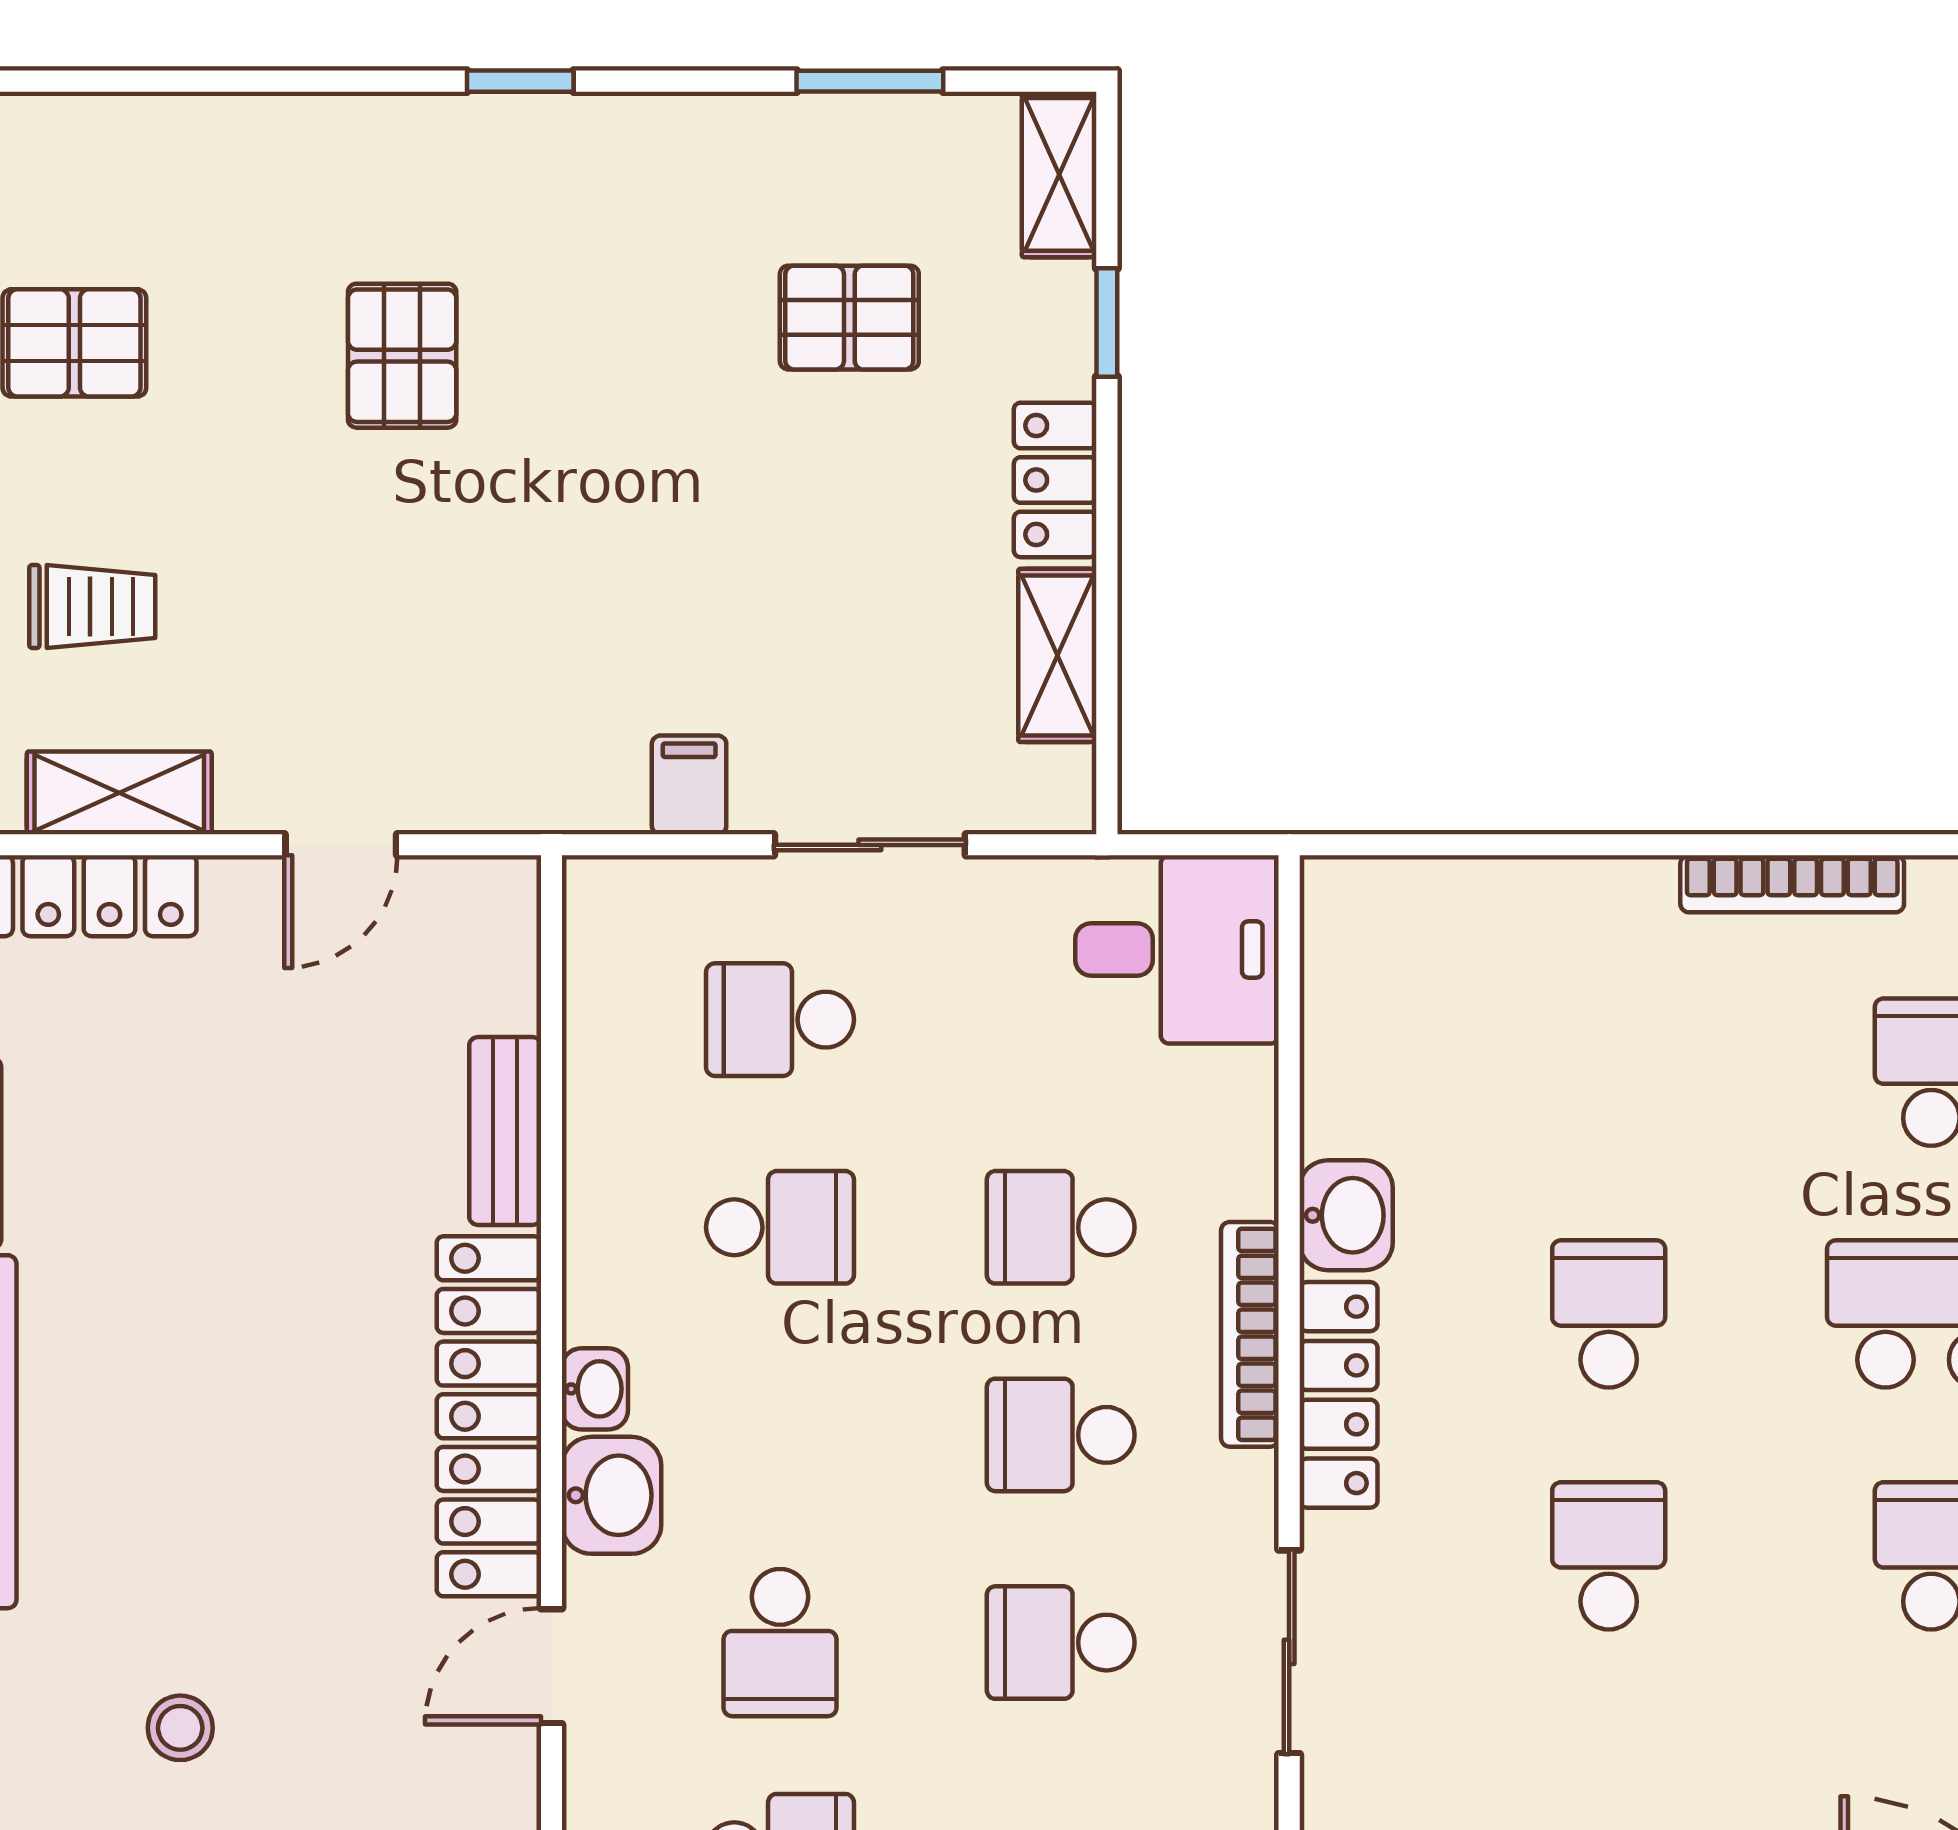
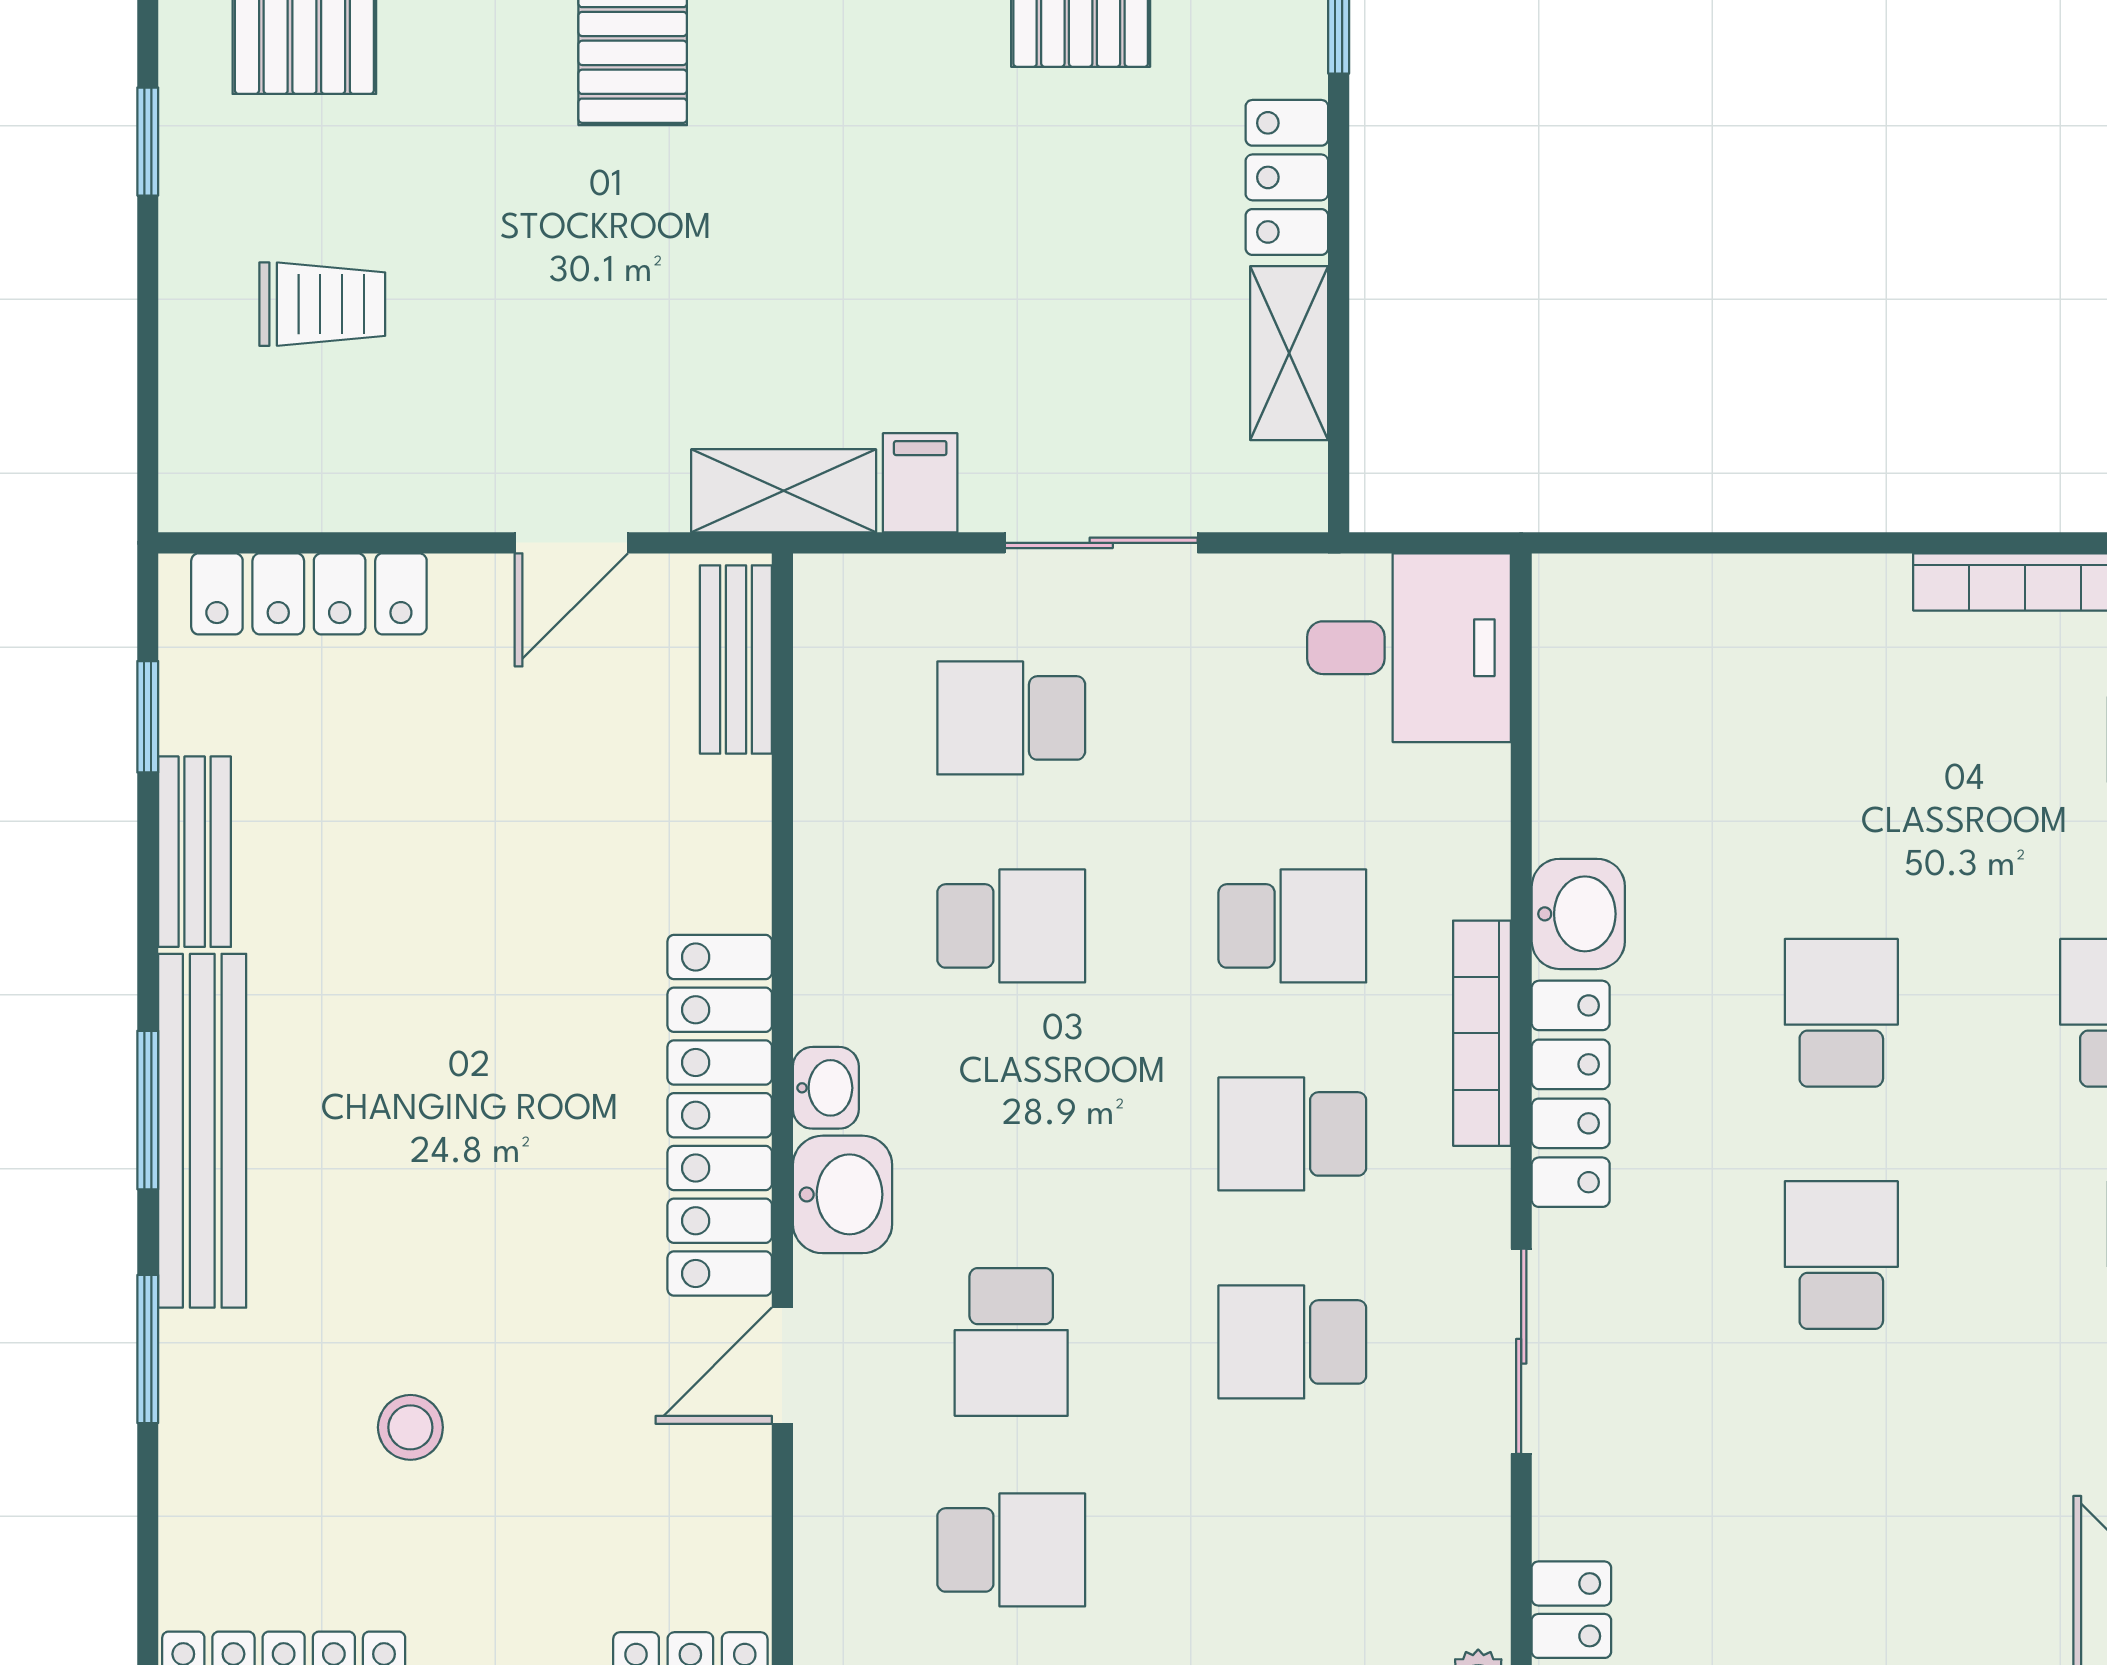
shelving: (119, 793) -> (784, 491), moved
bench: (505, 1131) -> (736, 660), moved
school desk: (1061, 1227) -> (1292, 926), turned 180

